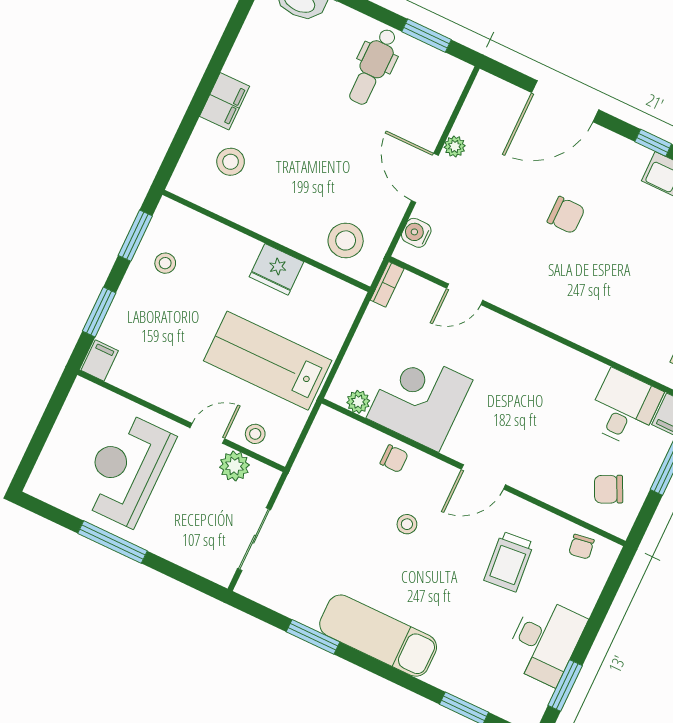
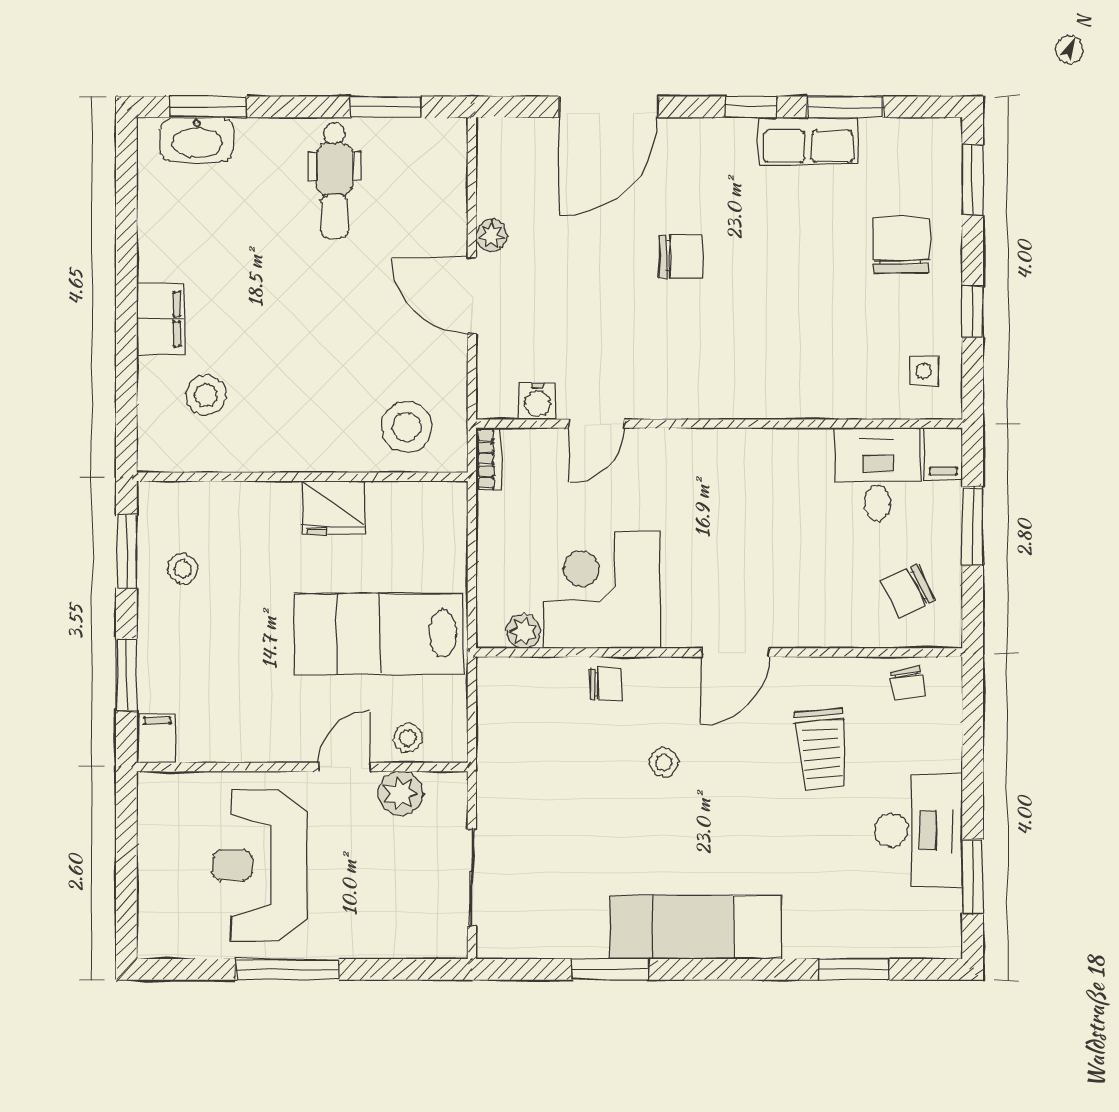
water cooler: (416, 233) -> (538, 401), moved, turned -90

